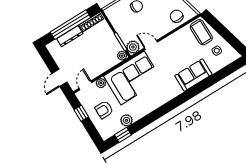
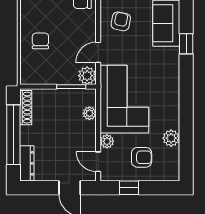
dresser: (70, 36) -> (27, 163), moved
armchair: (178, 47) -> (121, 21), added
plant: (122, 56) -> (89, 113), moved
armchair: (104, 110) -> (142, 157), turned -90
window: (123, 135) -> (186, 44), moved

